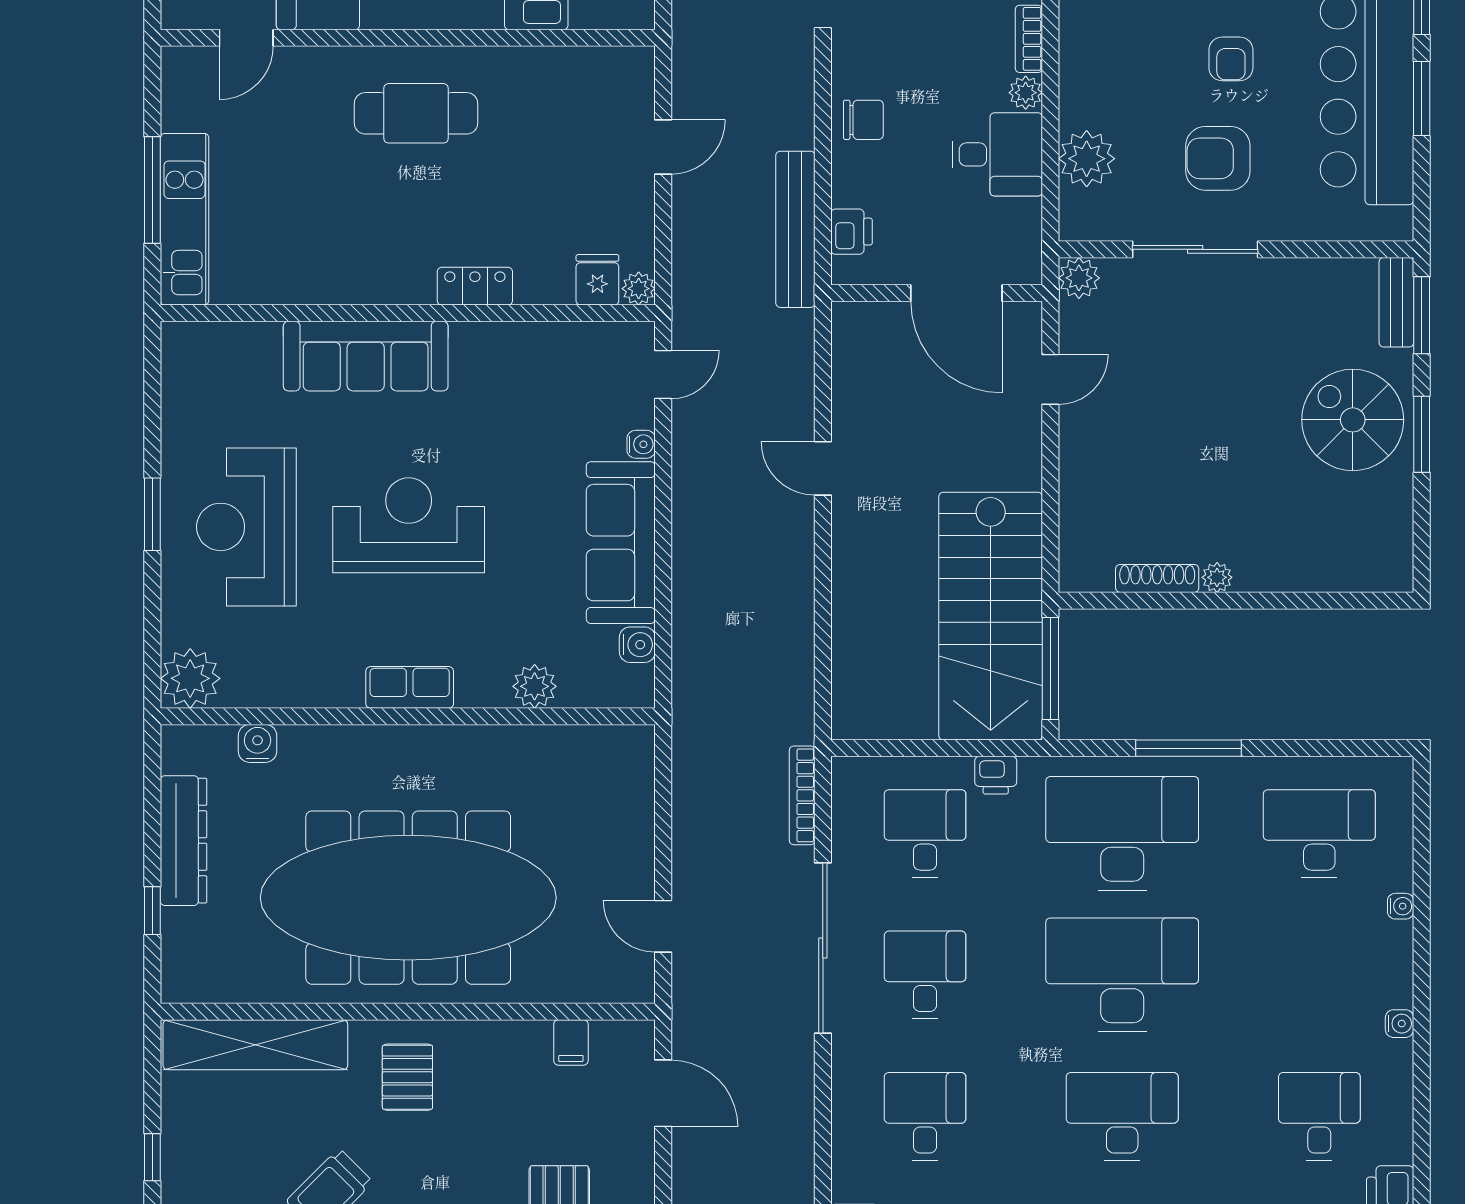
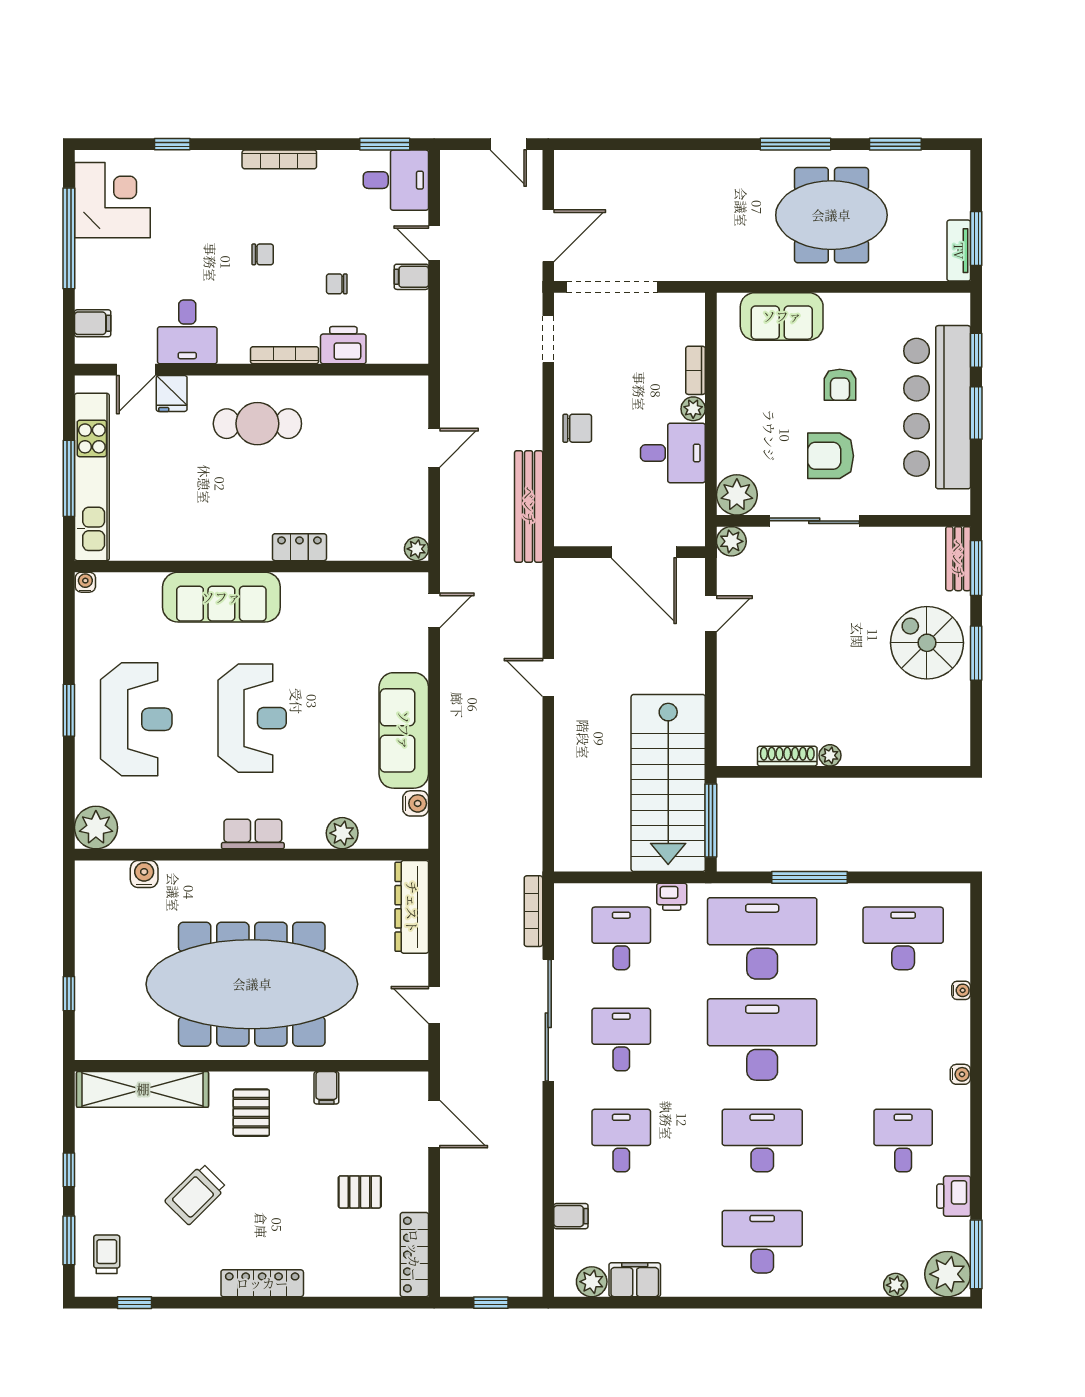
bookcase: (454, 18) -> (285, 355), added
plant: (1087, 159) -> (737, 495), moved
kitchen unit: (185, 219) -> (92, 477), width x1.36
printer: (851, 232) -> (569, 508), removed
fridge: (597, 280) -> (172, 393), moved, turned 180
water cooler: (641, 444) -> (85, 582), moved, turned -90
reception desk: (409, 525) -> (252, 718), turned 90
reception desk: (246, 527) -> (136, 719), turned 180
dresser: (183, 841) -> (412, 907), moved, turned 180
filing cabinet: (571, 1042) -> (326, 1088), moved

